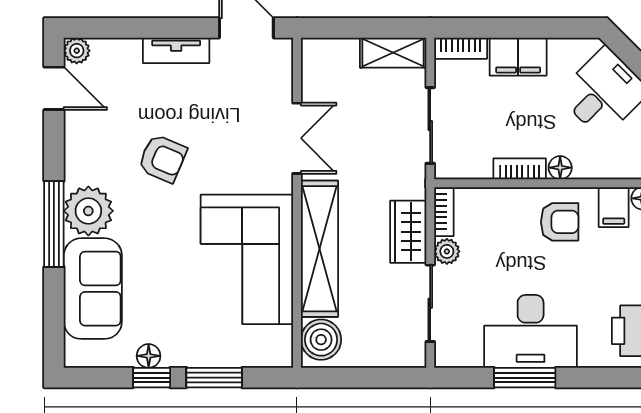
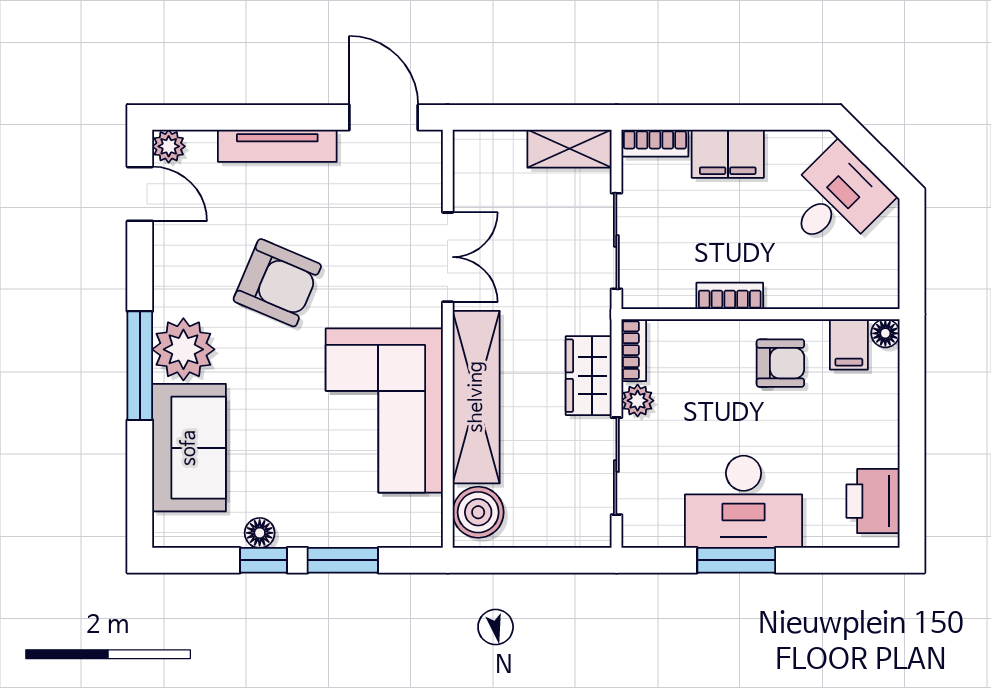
tv unit: (176, 50) -> (277, 146), width x1.41
armchair: (162, 158) -> (277, 283), width x1.38, depth x1.38
floor lamp: (560, 168) -> (781, 294), removed

